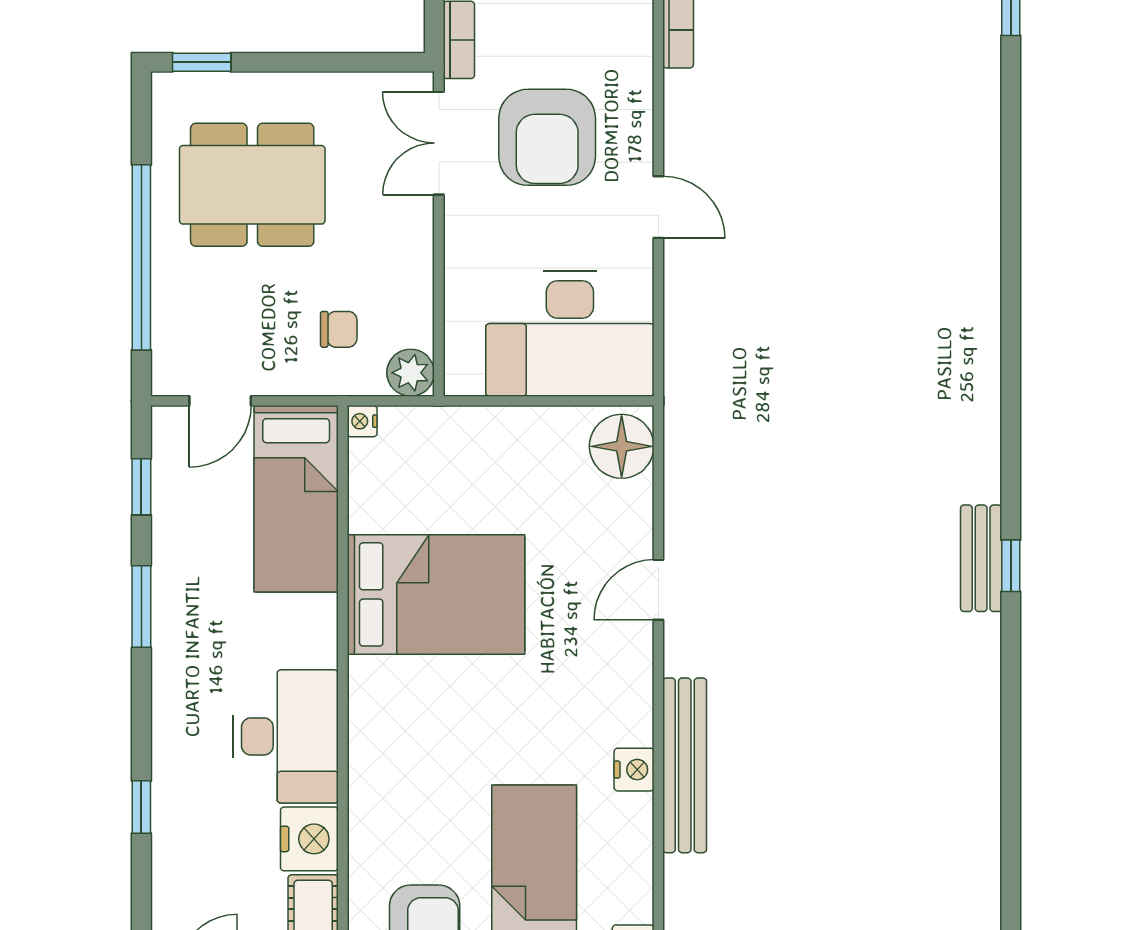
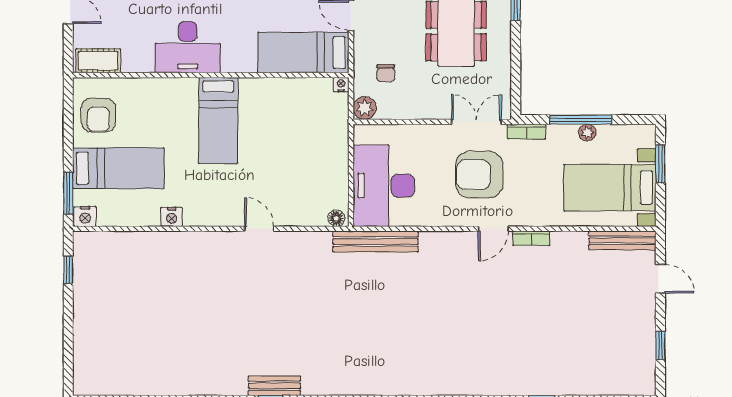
door: (658, 207) -> (493, 229), moved
floor lamp: (622, 446) -> (336, 218), width x0.53, depth x0.53
bed: (436, 594) -> (218, 120), moved, width x0.67
bench: (685, 765) -> (375, 242), moved
nightstand: (309, 839) -> (138, 59), removed

